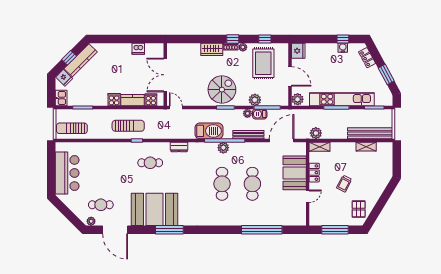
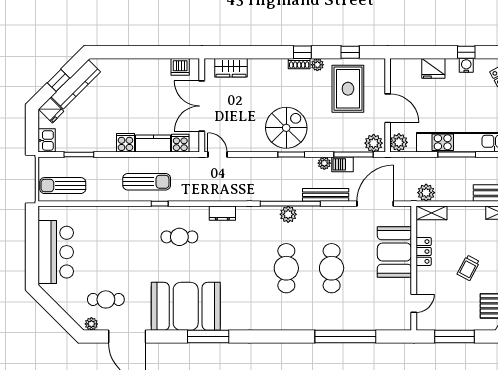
dishwasher: (138, 49) -> (180, 67), moved
wardrobe: (212, 49) -> (231, 68), moved
fridge: (298, 51) -> (433, 68), moved, turned 90
plant: (255, 100) -> (374, 143), moved
barbecue: (209, 131) -> (267, 189), removed
door: (308, 196) -> (414, 303), moved

